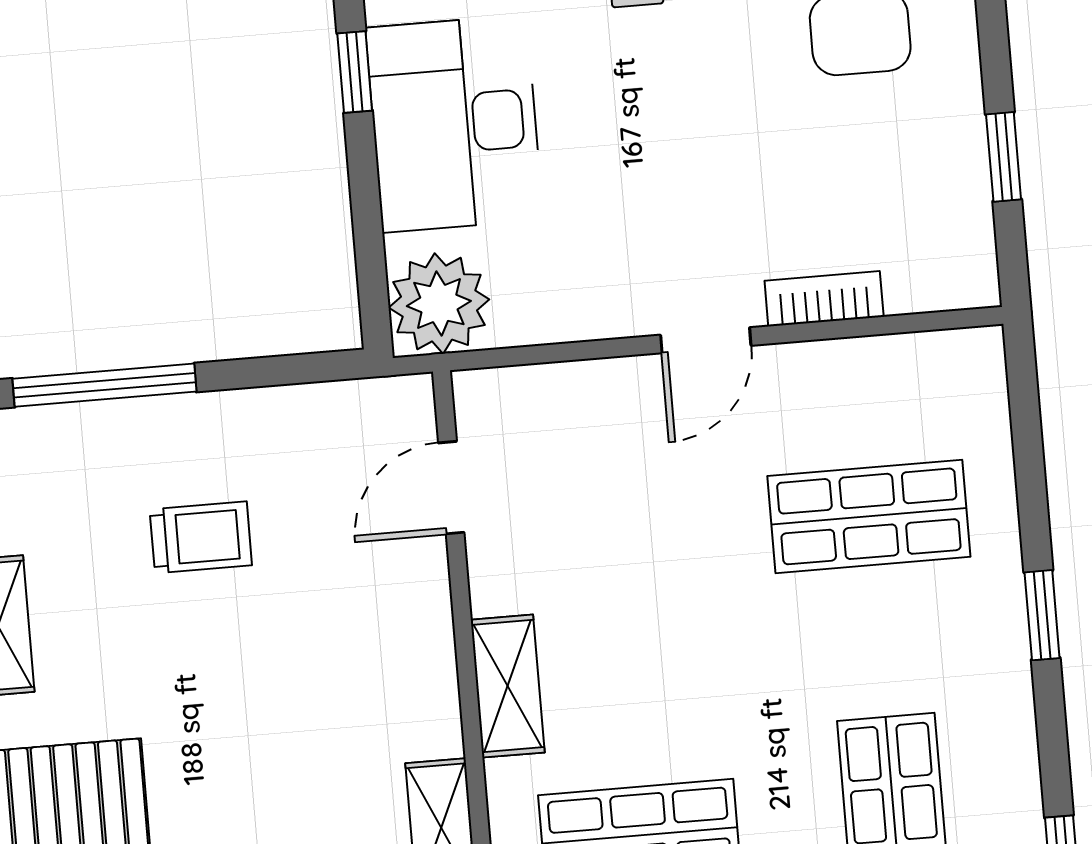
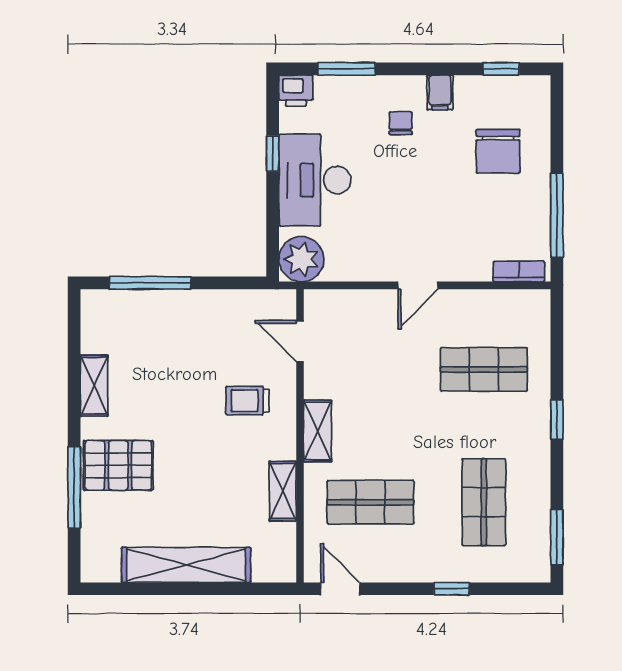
window: (1004, 157) -> (557, 215), width x2.17
bookcase: (824, 299) -> (519, 271), moved
door: (451, 488) -> (300, 341), hinge flipped
trolley: (201, 537) -> (247, 401), moved, turned 180

